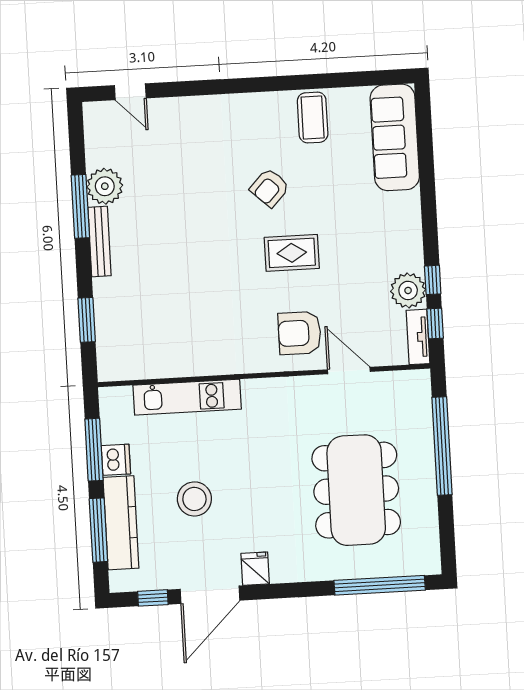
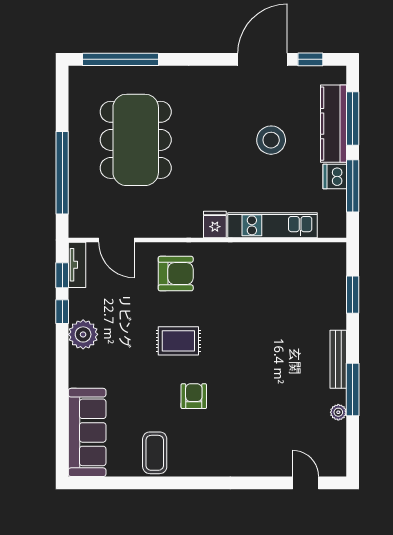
plant: (105, 186) -> (338, 412), width x0.53, depth x0.53
armchair: (270, 188) -> (194, 396), turned -43
plant: (408, 290) -> (83, 334), moved
door: (349, 371) -> (117, 240), moved
fridge: (255, 569) -> (215, 224), moved, turned 180

